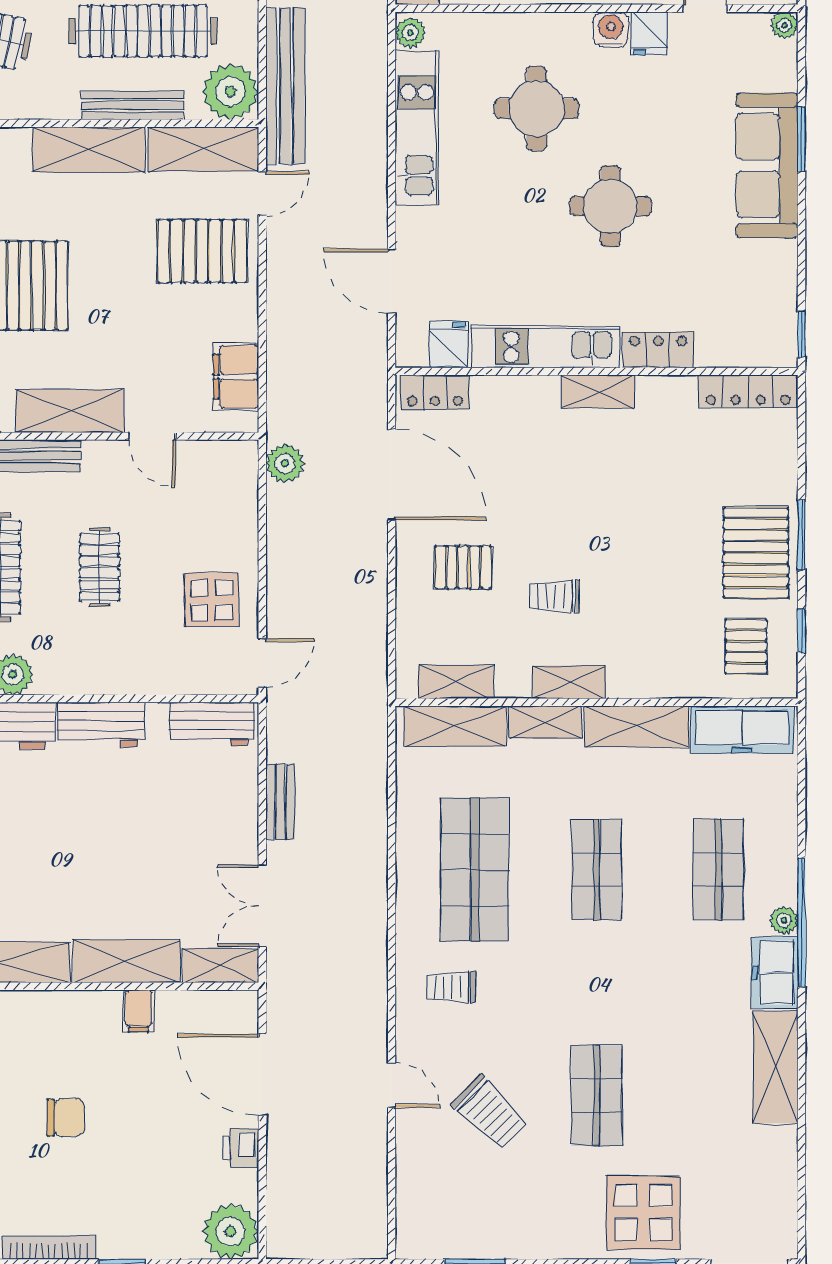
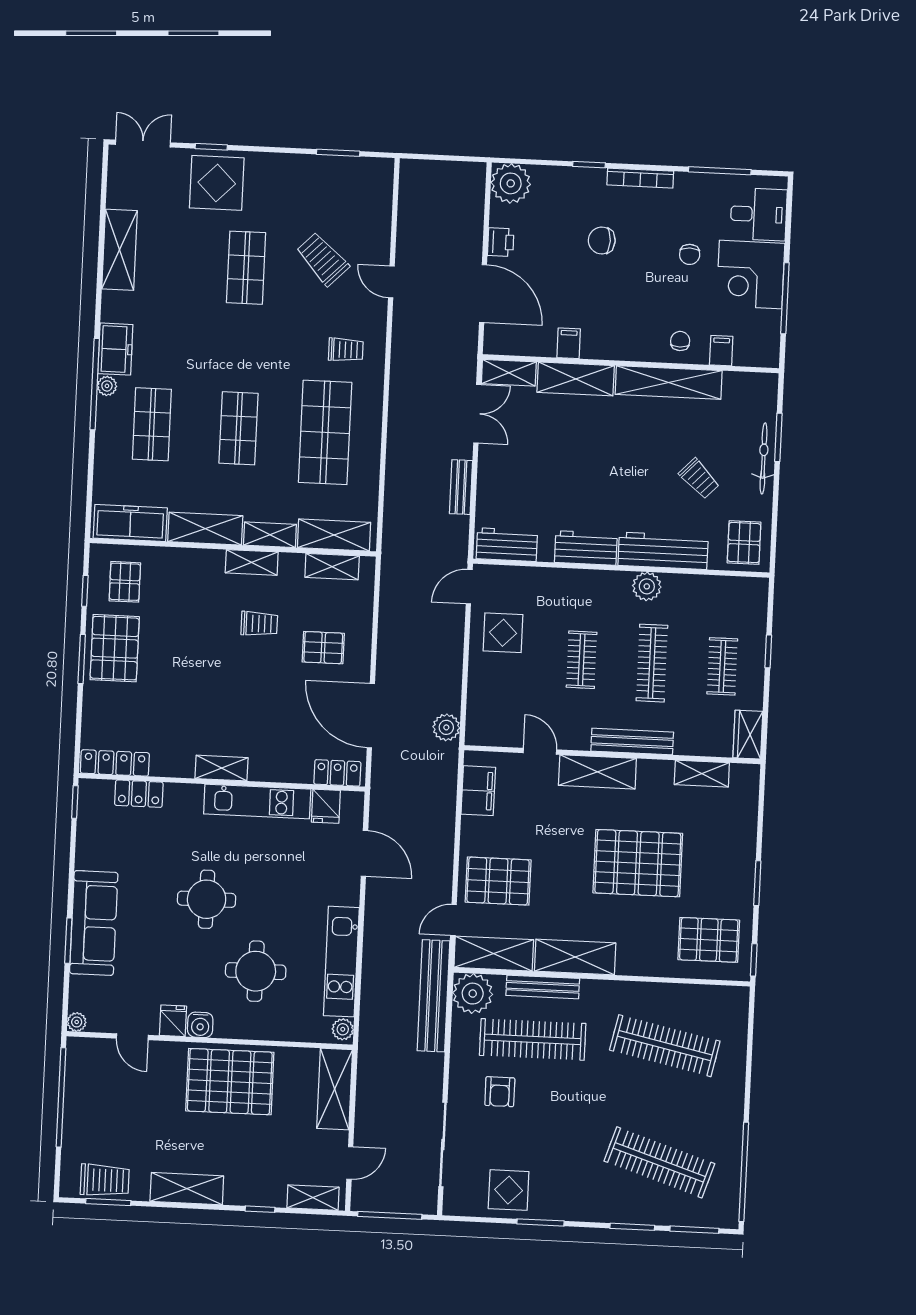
locker: (658, 350) -> (139, 794), moved
shelving: (775, 1067) -> (119, 250), moved
chair: (66, 1117) -> (602, 240), moved

